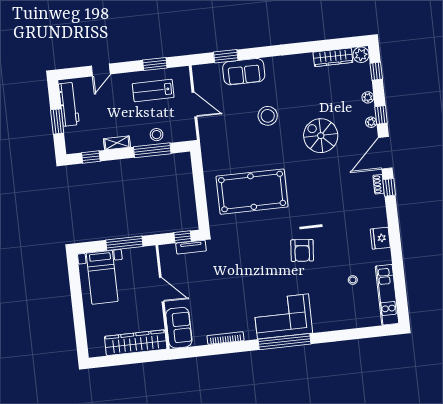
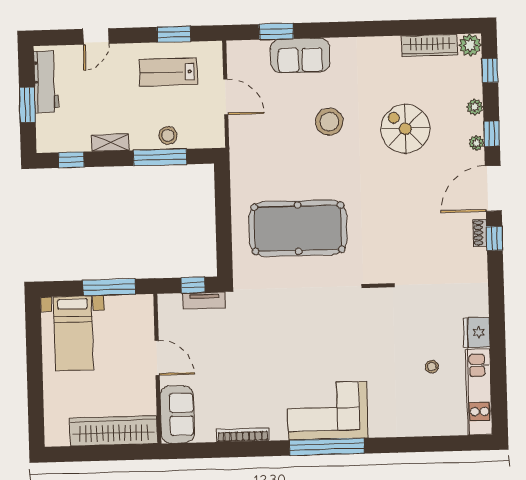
spiral stairs: (321, 136) -> (405, 129), moved
fridge: (380, 238) -> (477, 333), moved
armchair: (302, 250) -> (363, 318), removed

